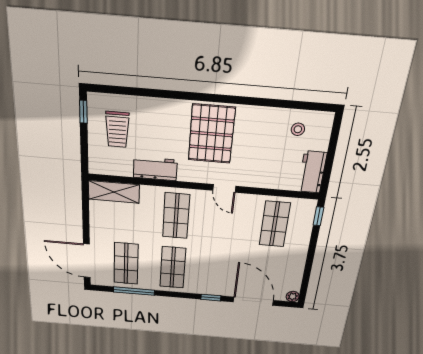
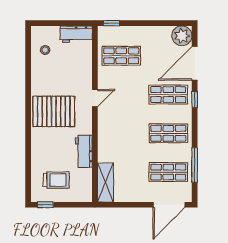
shop shelf: (176, 216) -> (168, 95), moved
plant: (293, 296) -> (182, 36), width x1.87, depth x1.87

